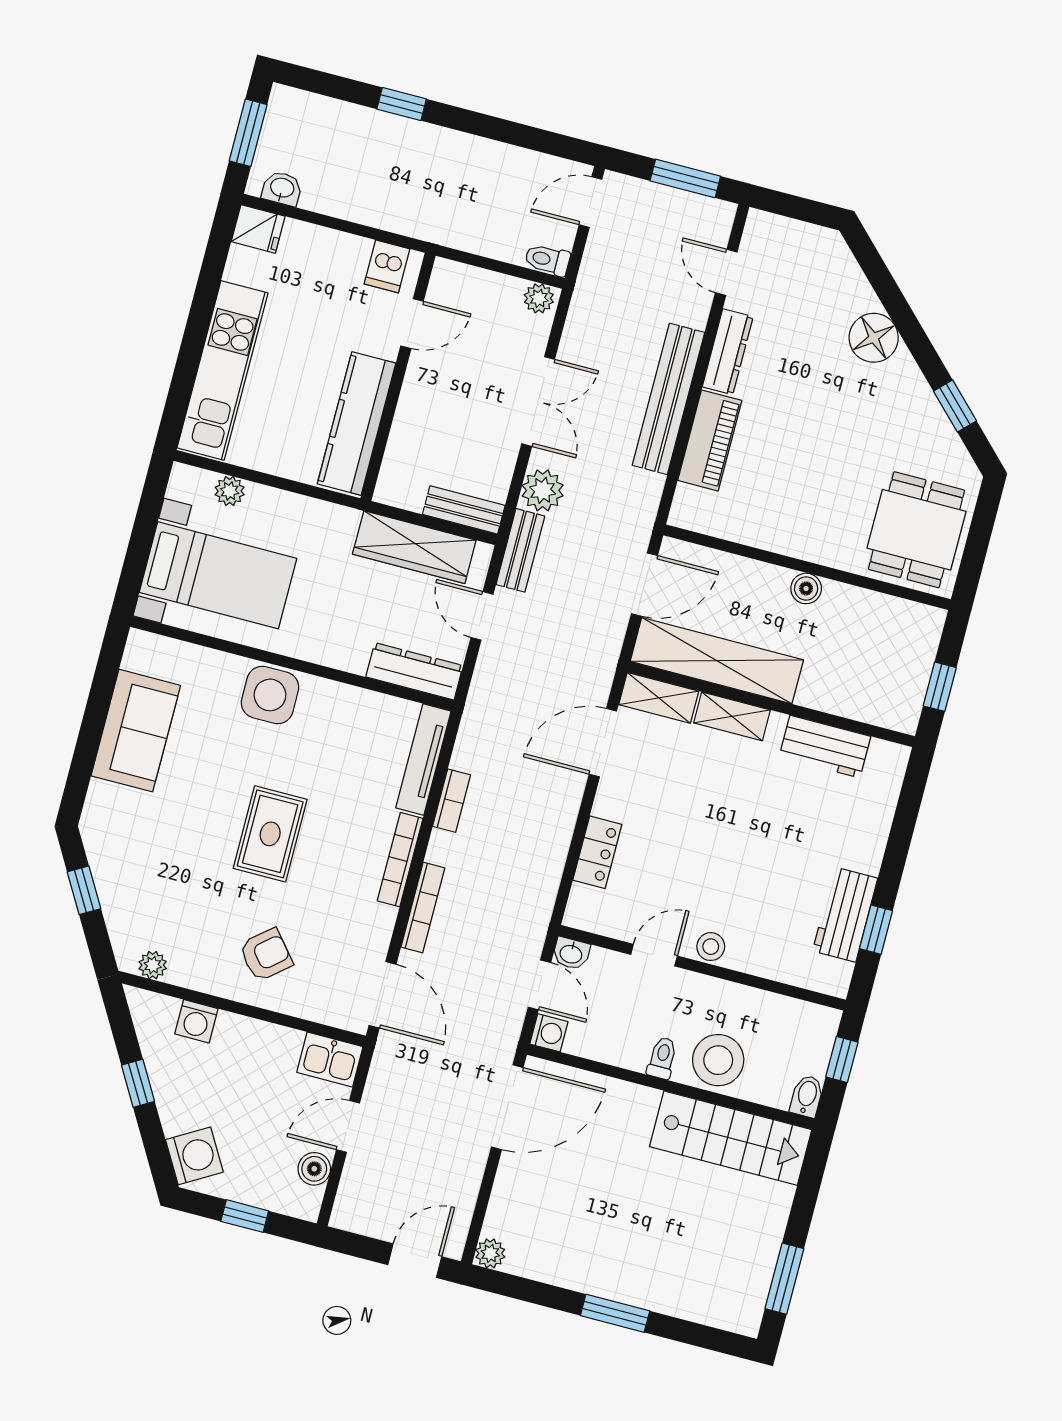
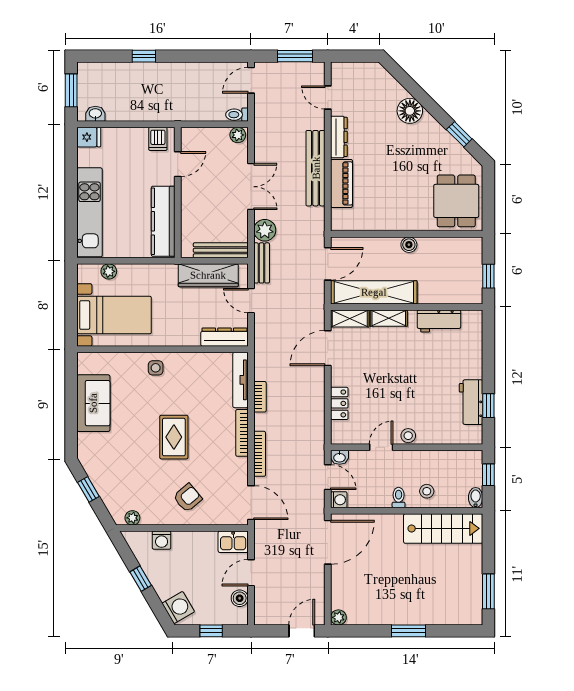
bench: (464, 510) -> (221, 250), width x1.36
side table: (270, 695) -> (156, 368), width x0.54, depth x0.54
stool: (718, 1060) -> (427, 491), width x0.53, depth x0.53

